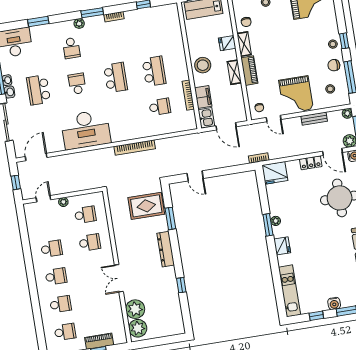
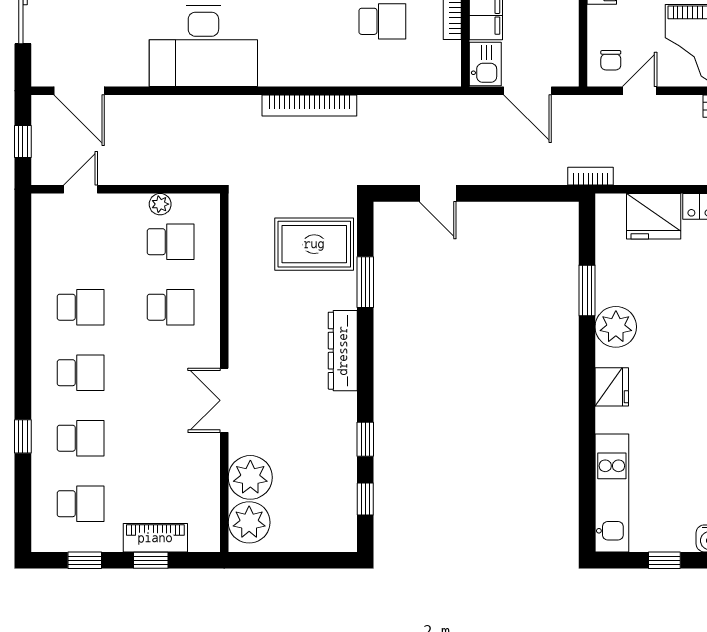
door: (274, 119) -> (640, 91), swing flipped
door: (36, 157) -> (79, 91), swing flipped
fridge: (275, 173) -> (654, 216), moved
plant: (63, 202) -> (160, 204), moved
plant: (276, 221) -> (616, 327), width x1.88, depth x1.88
window: (268, 225) -> (587, 290), moved
window: (36, 307) -> (23, 436), added
window: (185, 310) -> (365, 499), added

